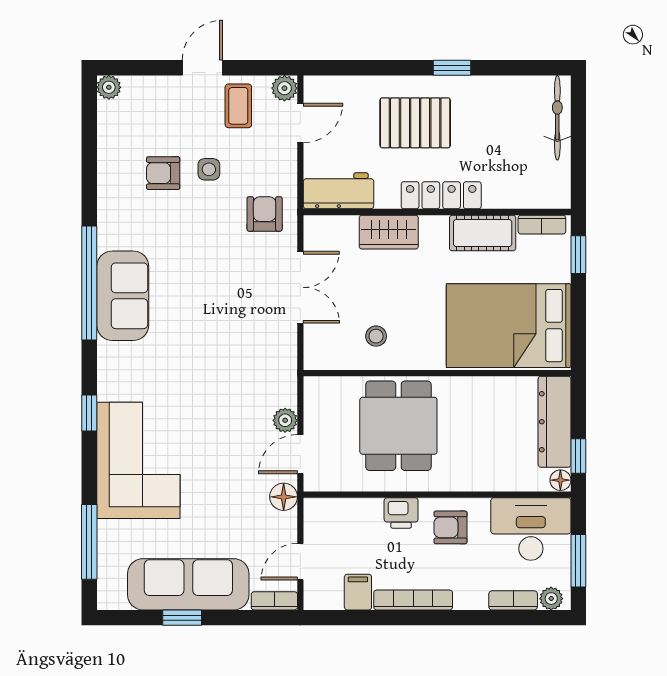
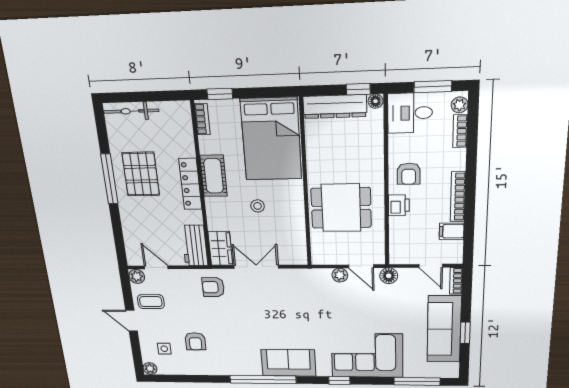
window: (452, 68) -> (109, 179), width x2.17
pallet: (415, 123) -> (141, 174), moved
side table: (209, 169) -> (164, 349), moved
wardrobe: (389, 232) -> (220, 248), moved
cot: (483, 233) -> (214, 176), moved
sofa: (123, 296) -> (289, 363), moved
stool: (376, 336) -> (258, 206), moved
desk: (531, 529) -> (410, 113), width x0.73

